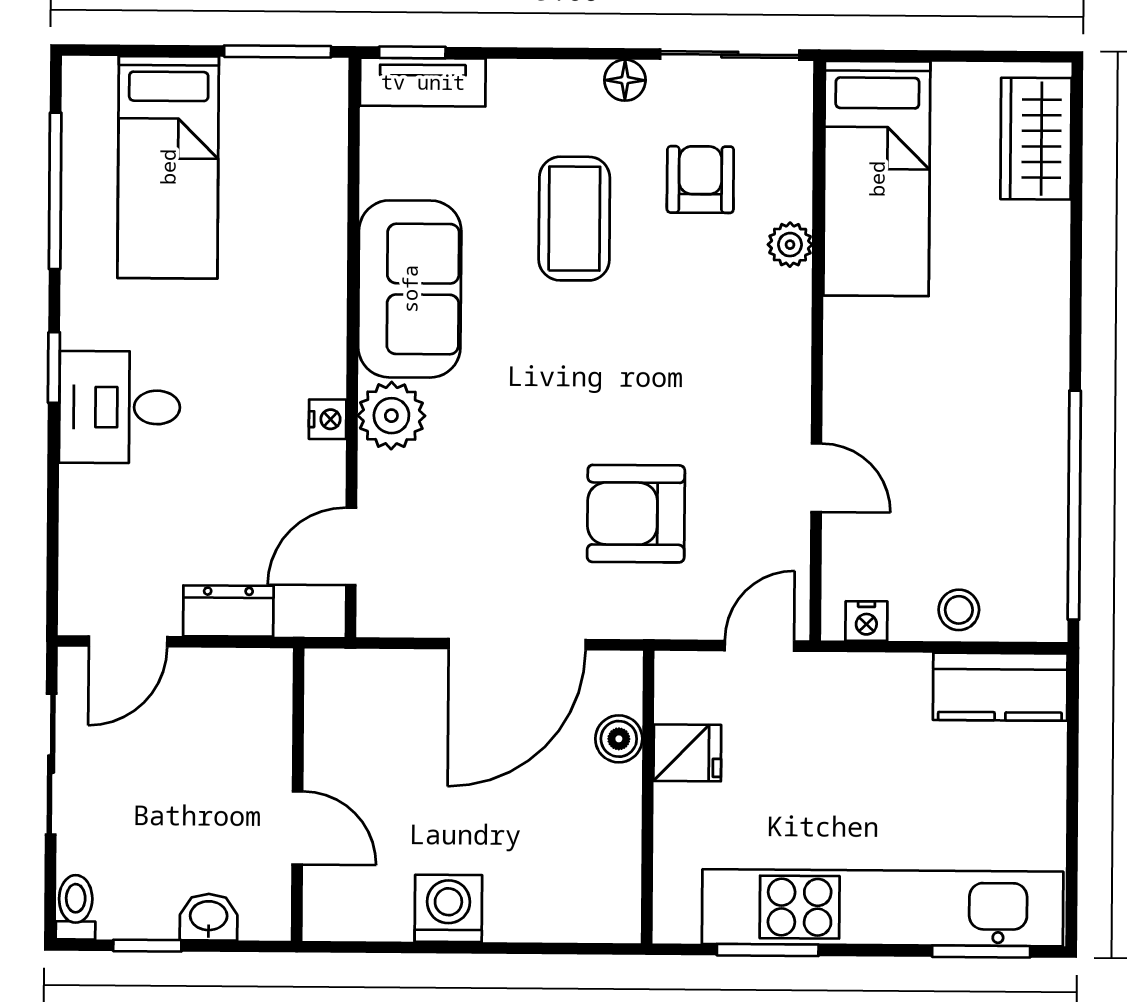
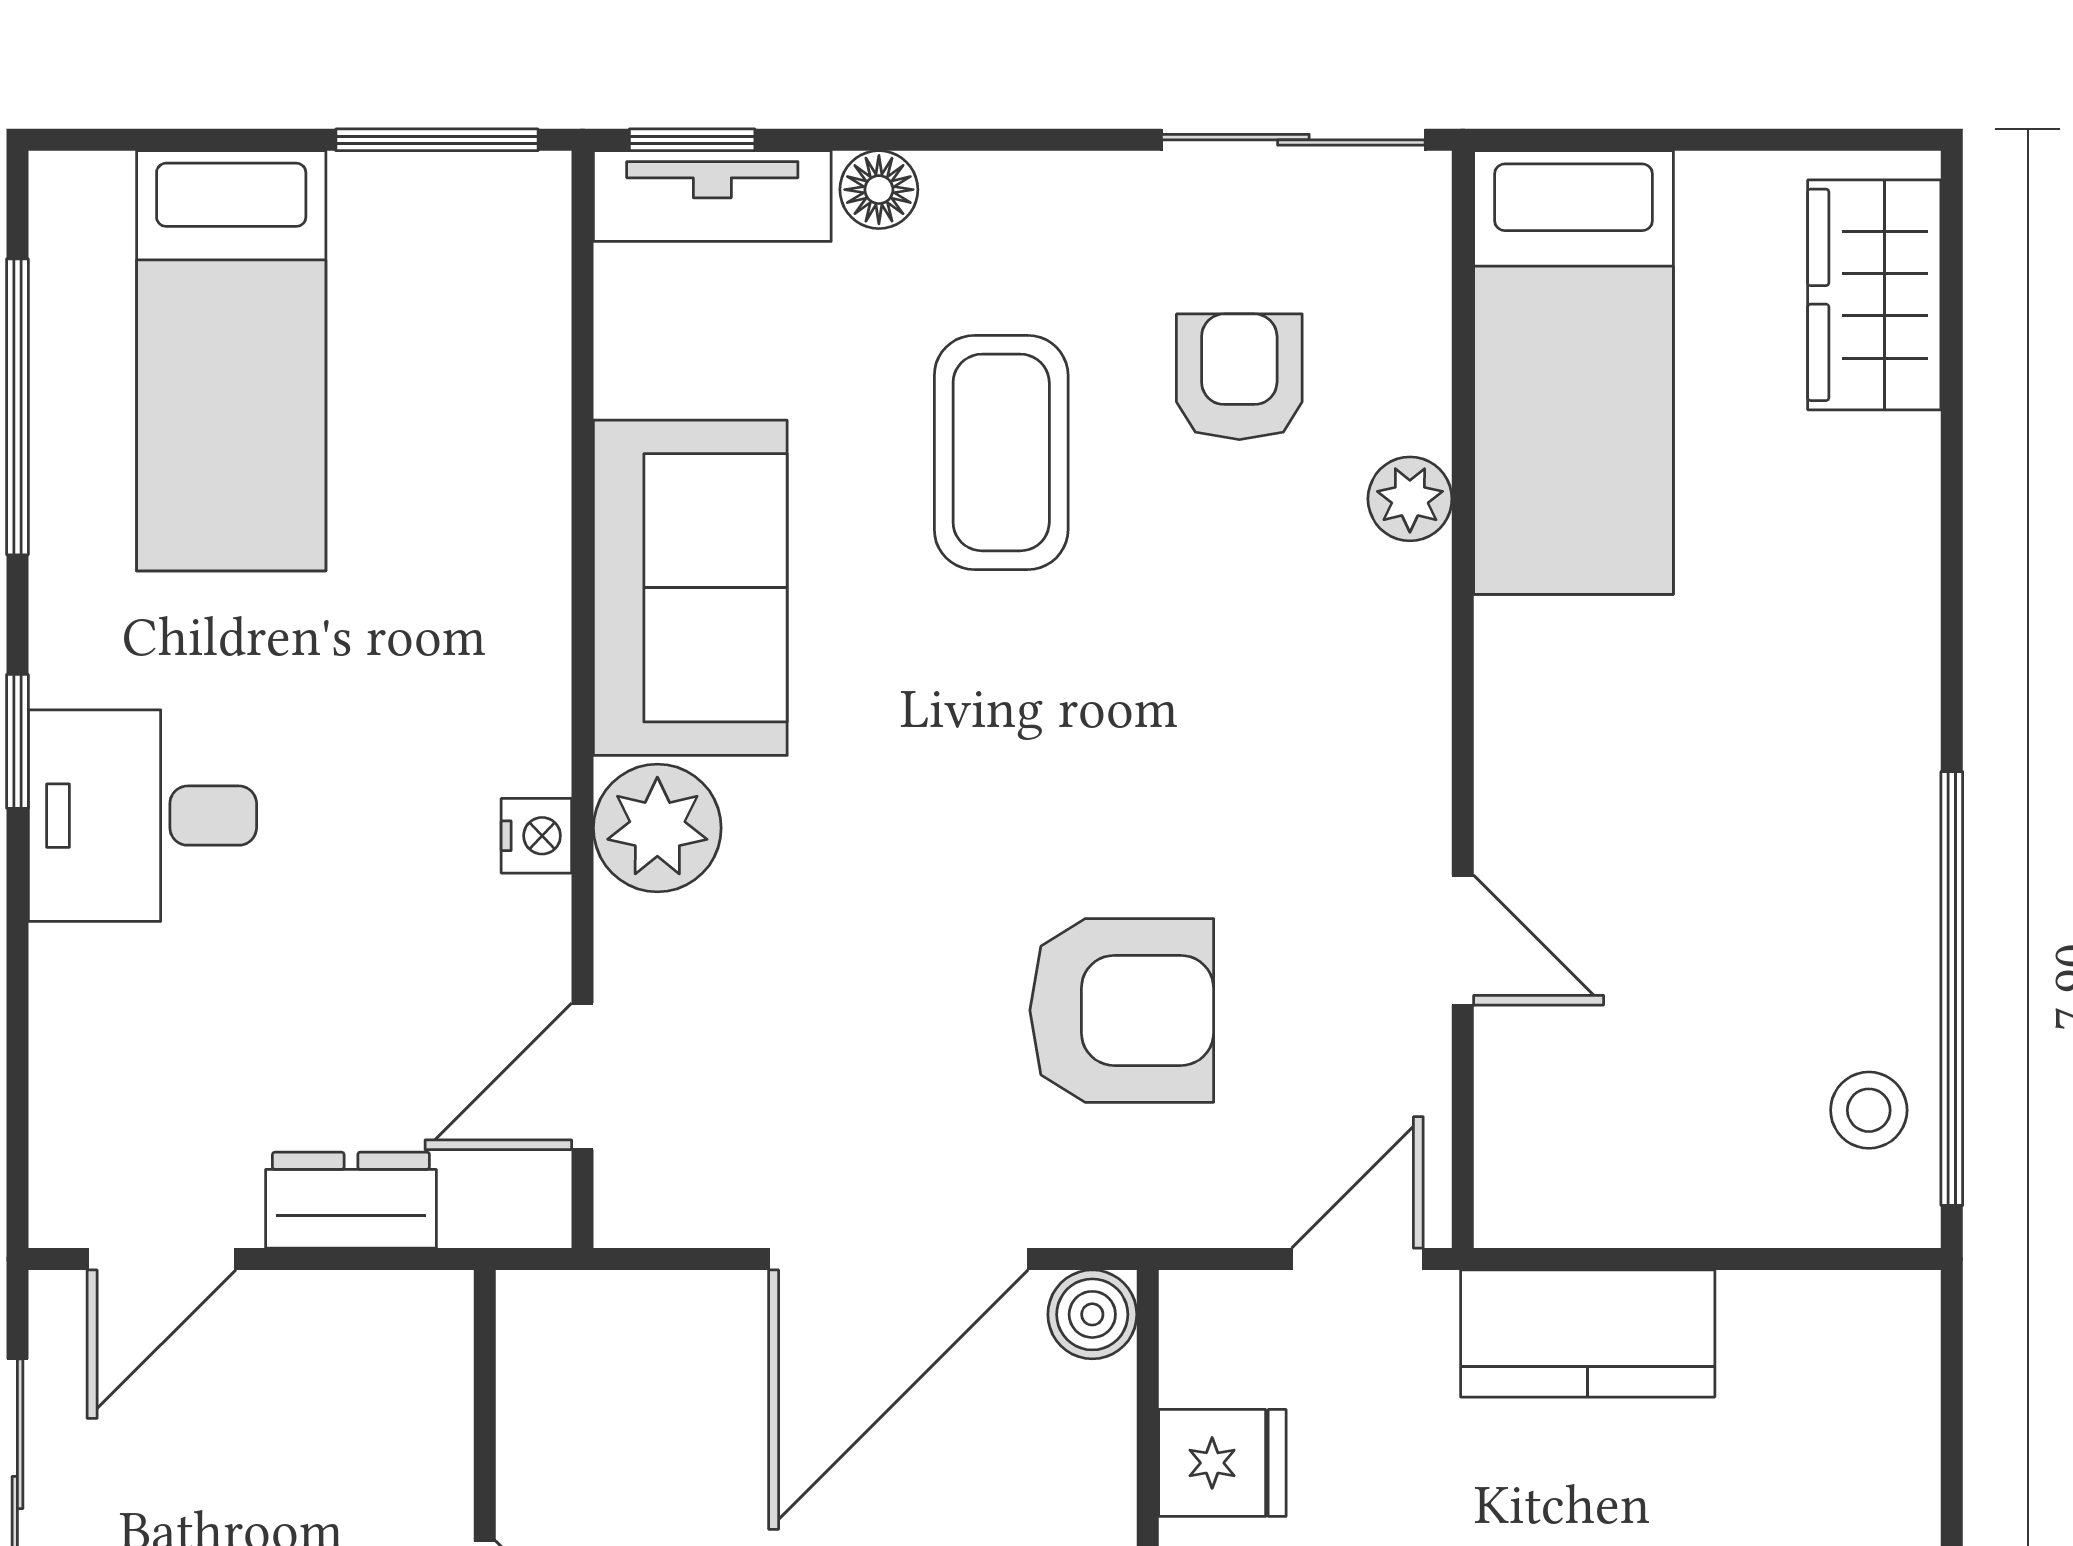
floor lamp: (625, 80) -> (879, 190), moved
armchair: (636, 514) -> (1122, 1010), turned 180
stool: (959, 610) -> (1869, 1110), moved
nightstand: (866, 621) -> (1560, 1211), removed
kitchen counter: (1000, 687) -> (1588, 1333), moved
boiler: (619, 739) -> (1092, 1314), moved

